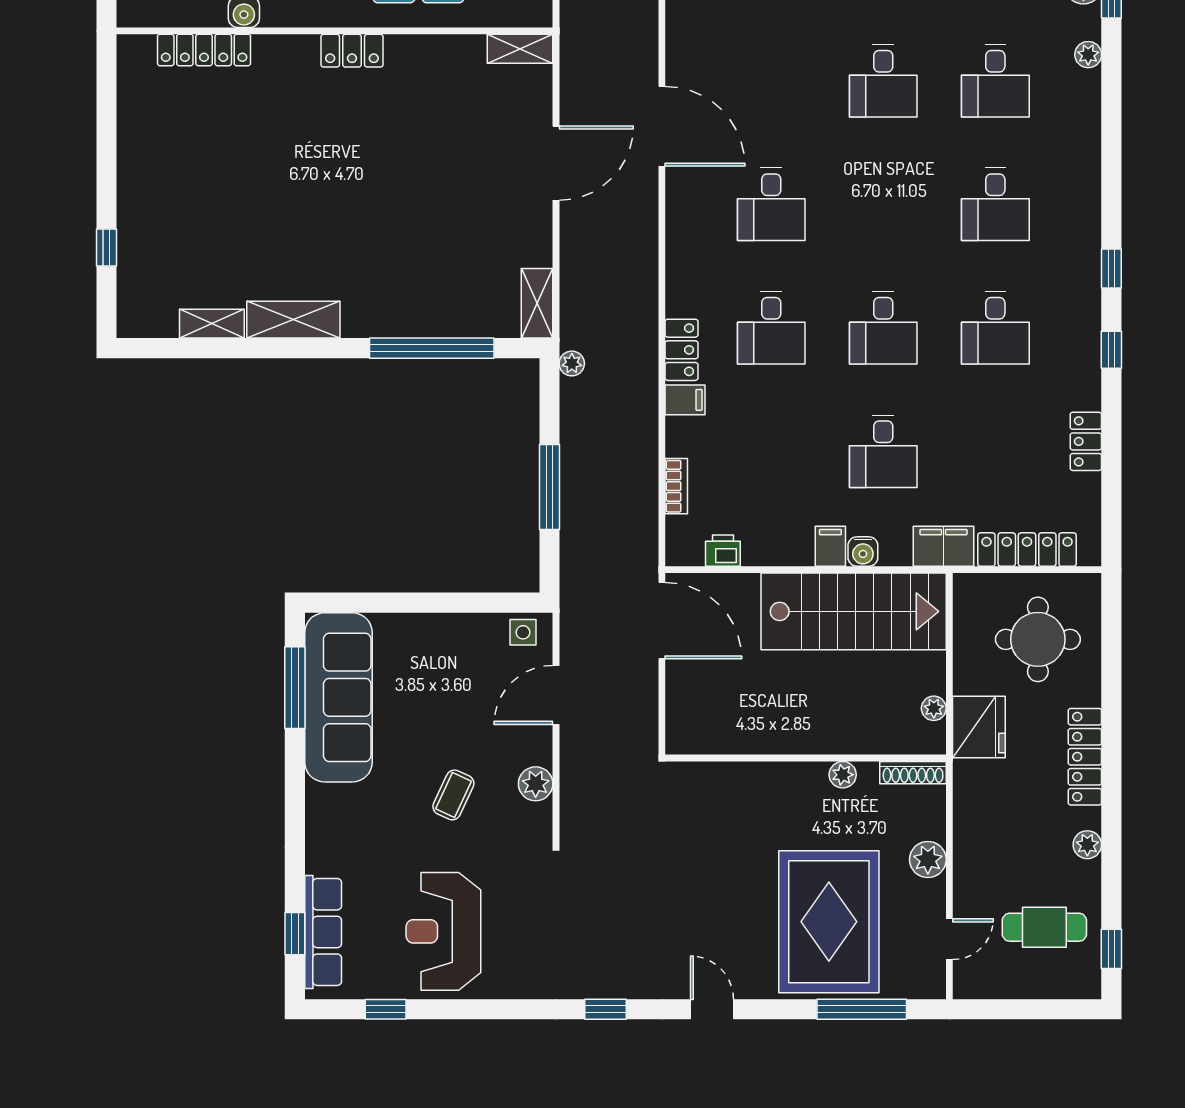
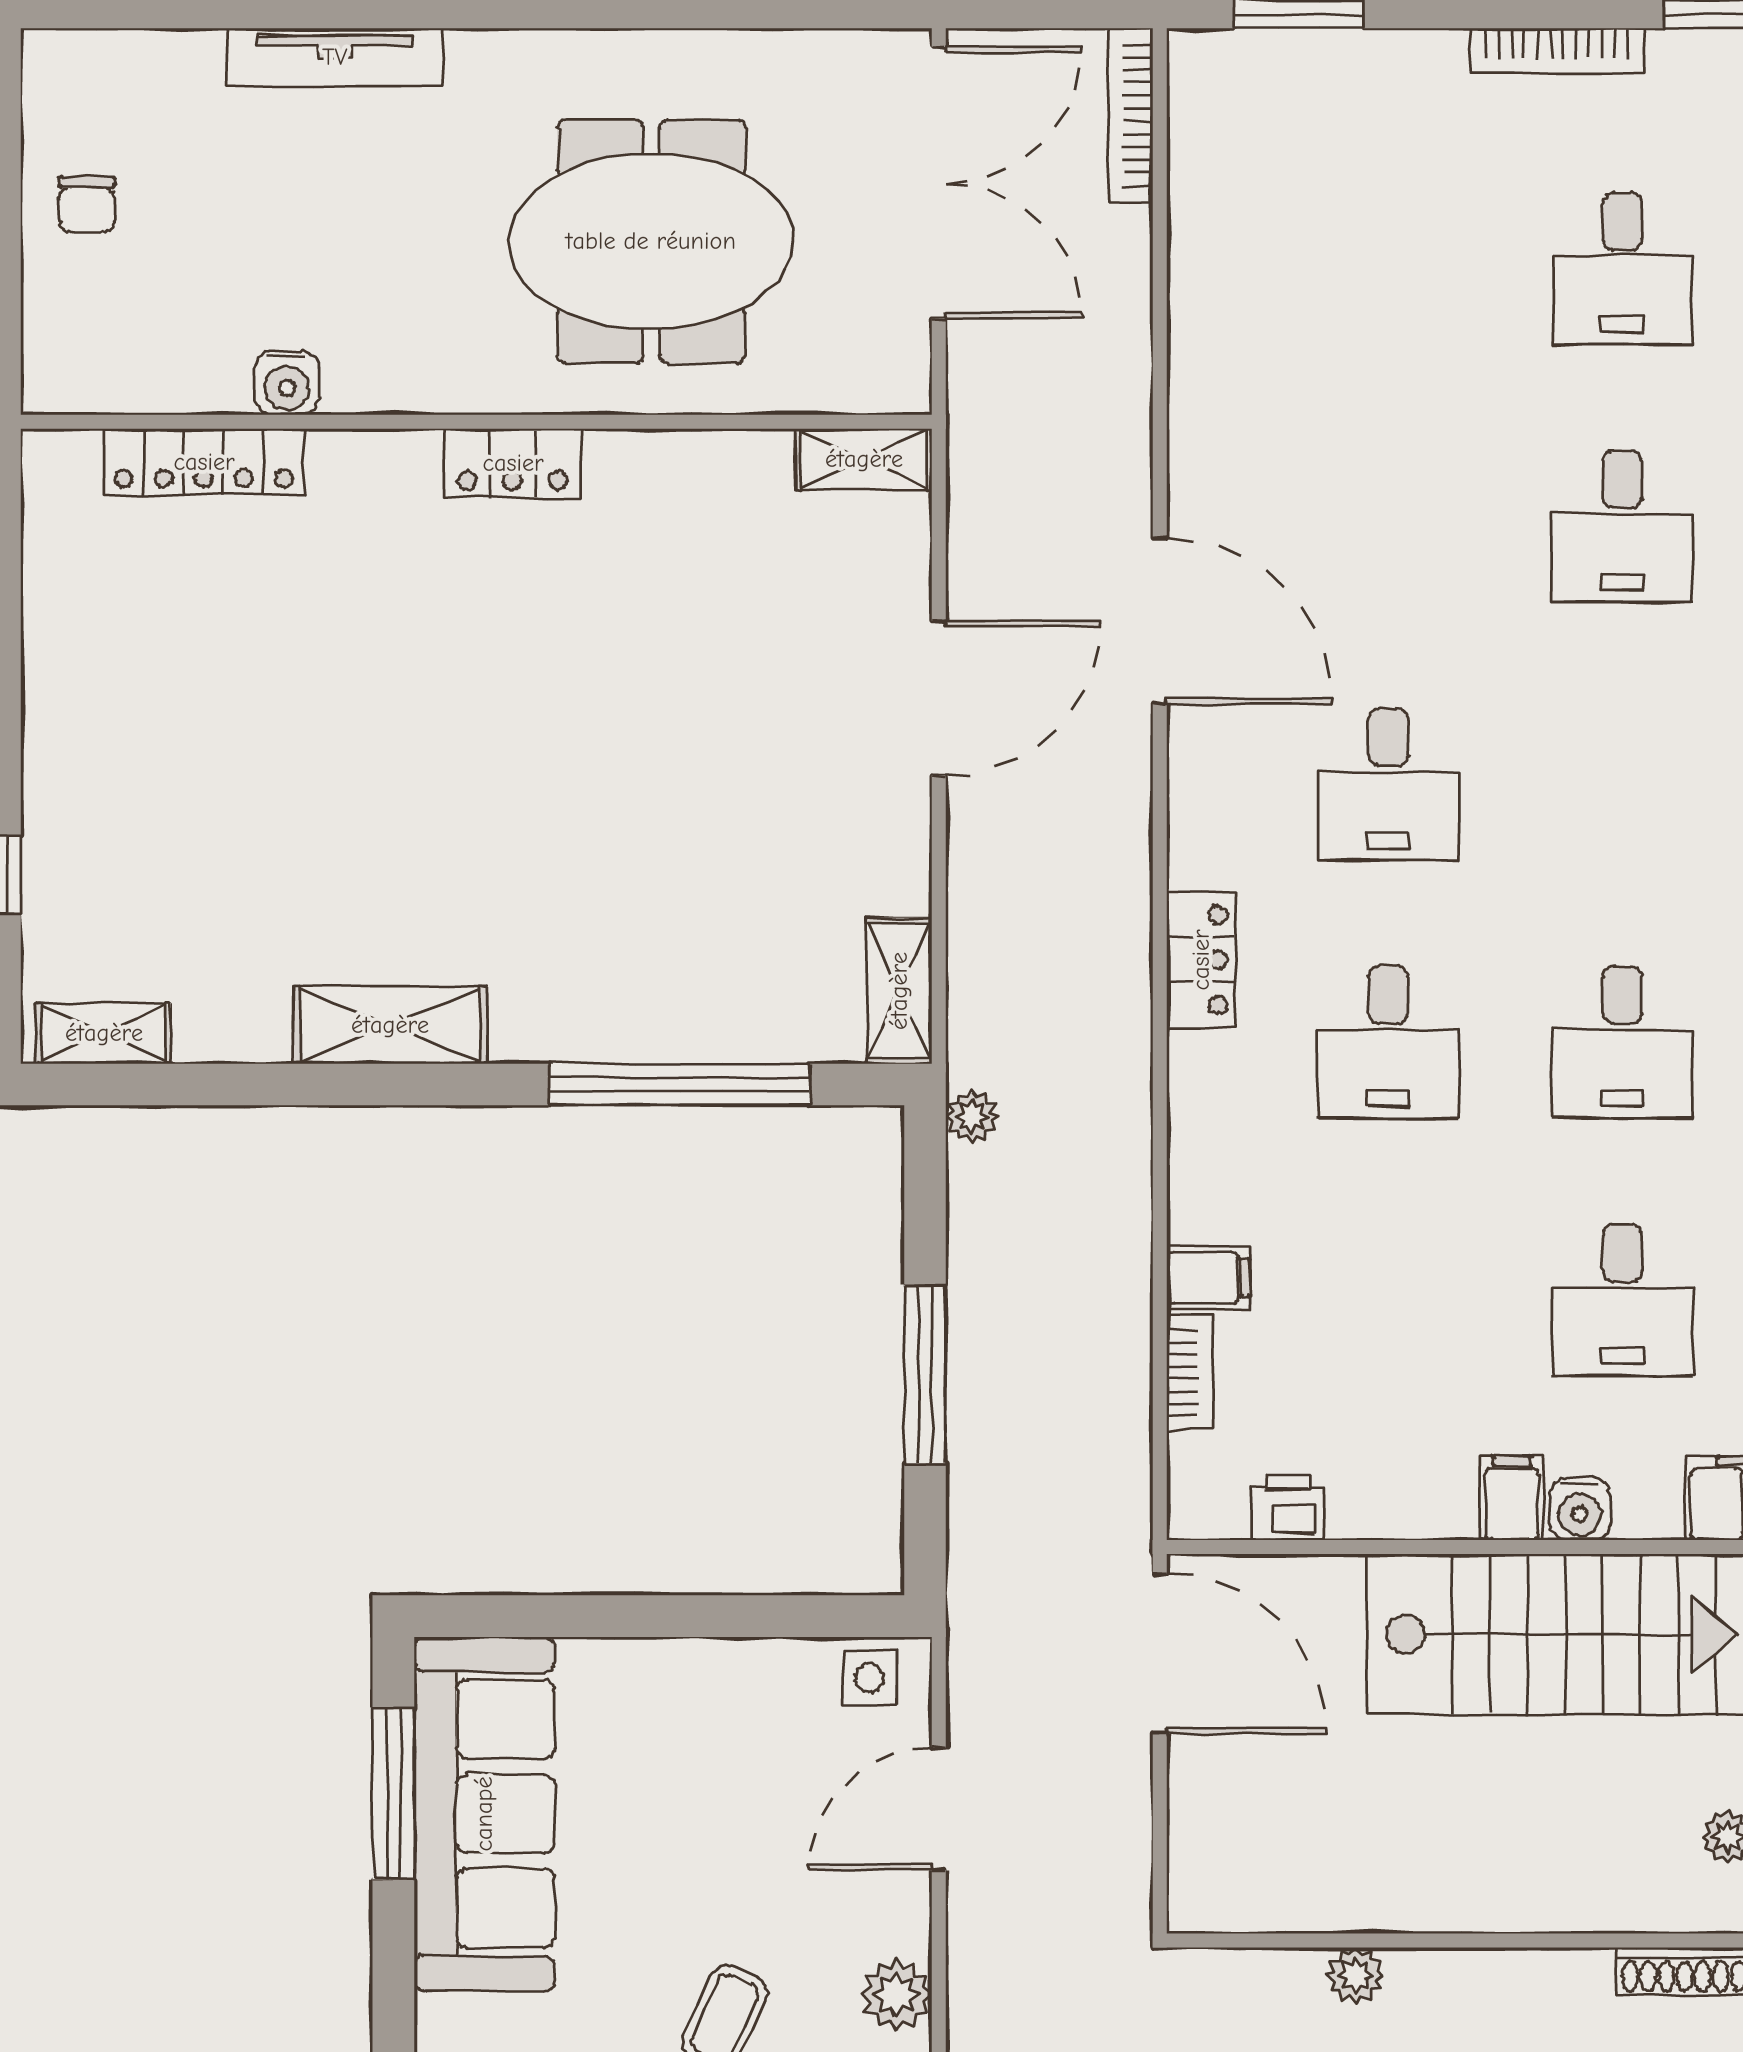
shelving: (212, 324) -> (104, 1033), moved
locker: (682, 350) -> (1201, 960), moved
filing cabinet: (685, 400) -> (1208, 1278), moved
plant: (843, 775) -> (1355, 1975), moved

